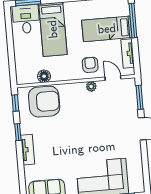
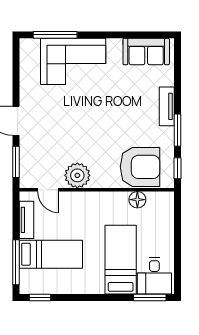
armchair: (90, 65) -> (76, 209), removed
plant: (91, 86) -> (77, 175), width x1.88, depth x1.88
armchair: (44, 102) -> (140, 167), turned 180
window: (18, 132) -> (178, 130), width x1.50

